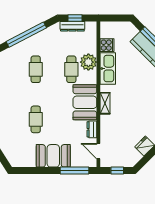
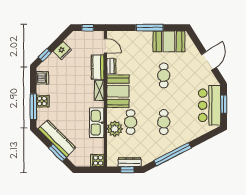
cooker: (107, 45) -> (97, 160), moved
kitchen counter: (107, 128) -> (98, 67), added
booth: (53, 156) -> (169, 41), moved
window: (74, 171) -> (150, 28), moved

